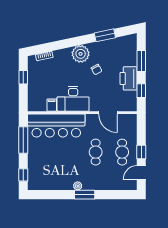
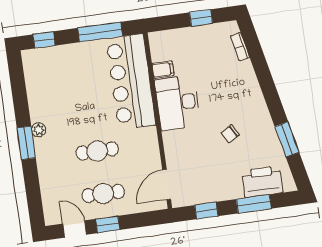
plant: (81, 54) -> (252, 105), removed
printer: (129, 78) -> (262, 182), moved
door: (108, 113) -> (167, 184), moved

